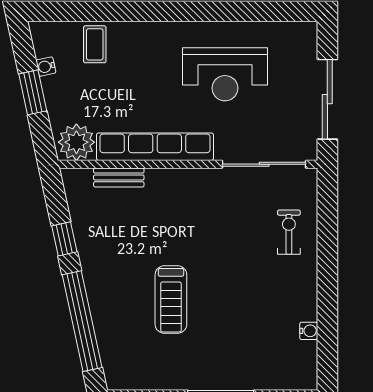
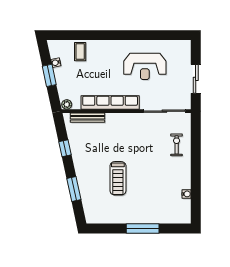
sliding door: (327, 99) -> (196, 79), width x0.73
plant: (76, 142) -> (67, 104), width x0.53, depth x0.53
bench: (119, 177) -> (88, 118), width x1.36
window: (82, 321) -> (74, 189), width x0.47

